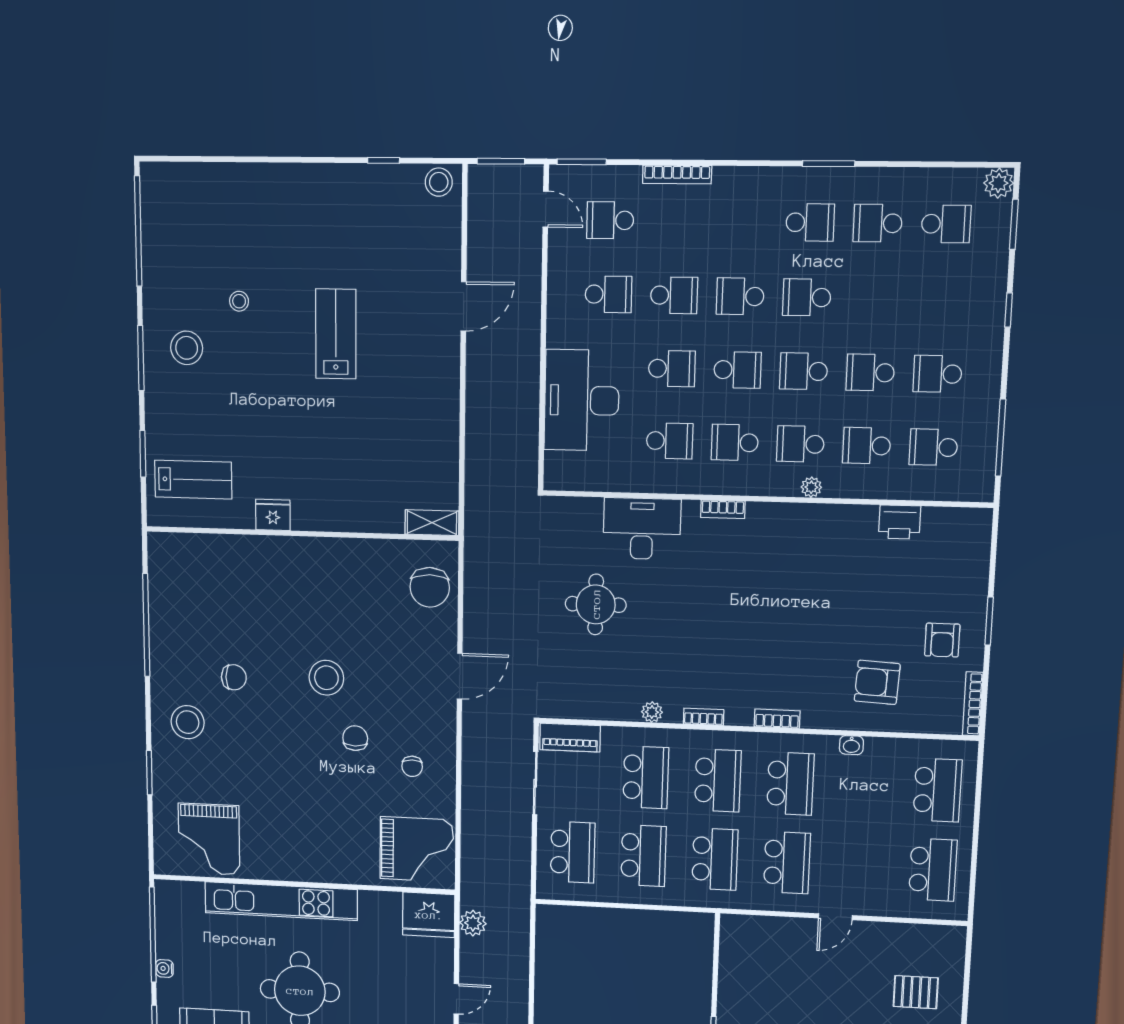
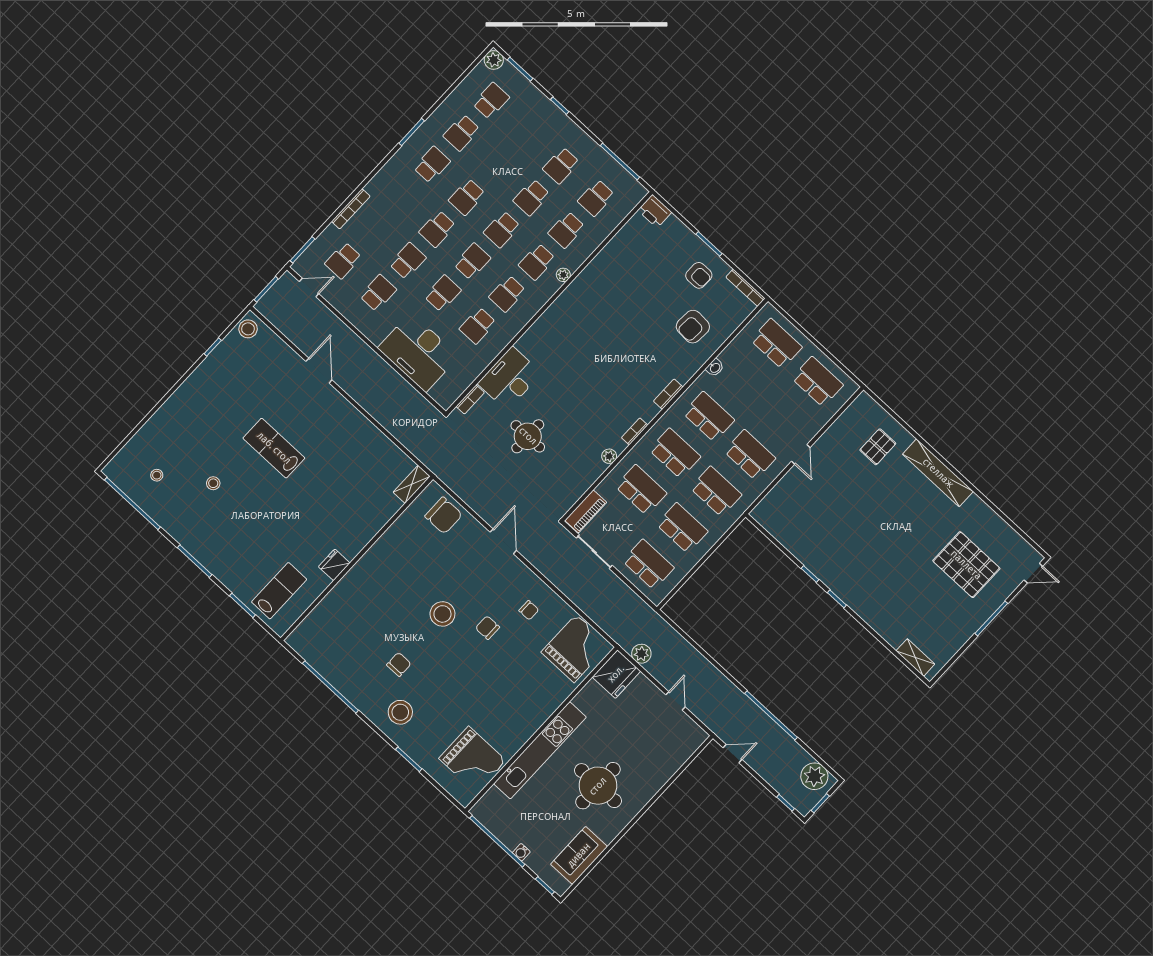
stool: (187, 348) -> (157, 475), moved, width x0.53, depth x0.53
school desk: (670, 441) -> (478, 326), turned 180
bookcase: (723, 509) -> (470, 400), moved
printer: (900, 522) -> (655, 211), moved, turned 90

